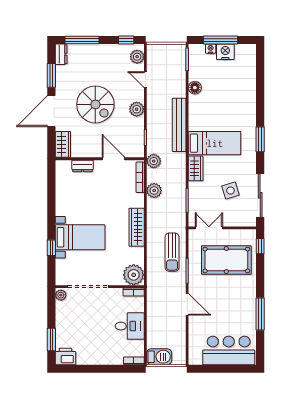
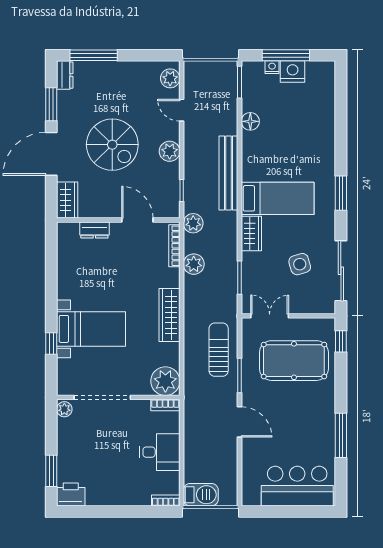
window: (126, 40) -> (155, 55), removed
sun lounger: (172, 252) -> (219, 350), turned 180

